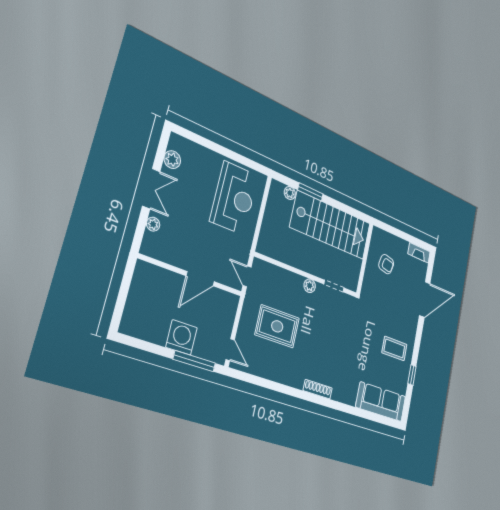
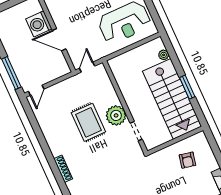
window: (310, 192) -> (187, 87), moved
plant: (310, 286) -> (116, 115), width x1.87, depth x1.87
rug: (277, 326) -> (88, 122), moved
washing machine: (182, 337) -> (39, 24), moved, turned 180

